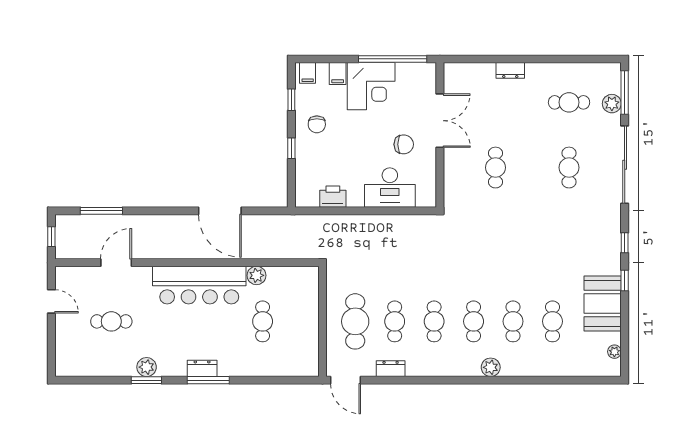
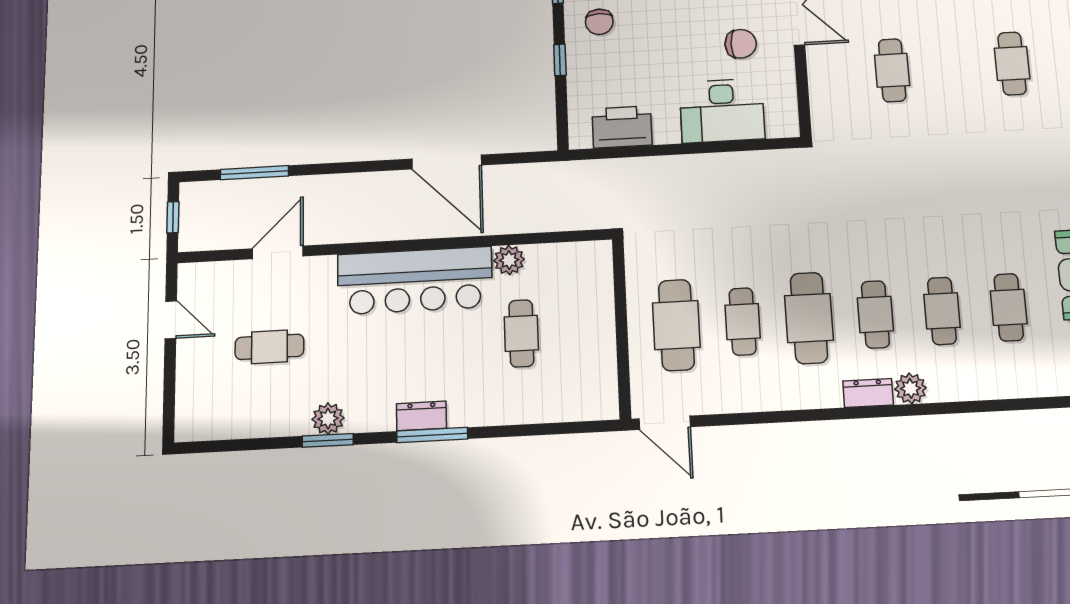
printer: (333, 197) -> (622, 127), width x1.37, depth x1.19
cafe table: (434, 321) -> (809, 318), width x1.37, depth x1.35
dresser: (391, 369) -> (868, 393), moved

